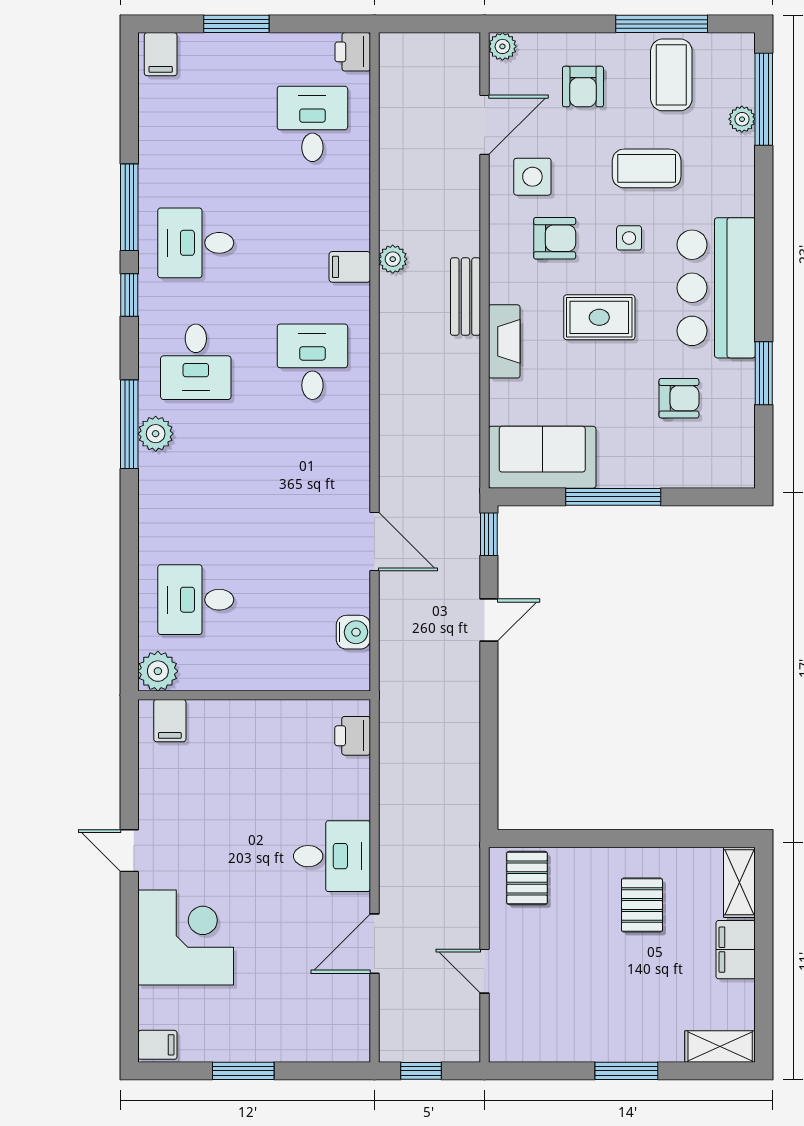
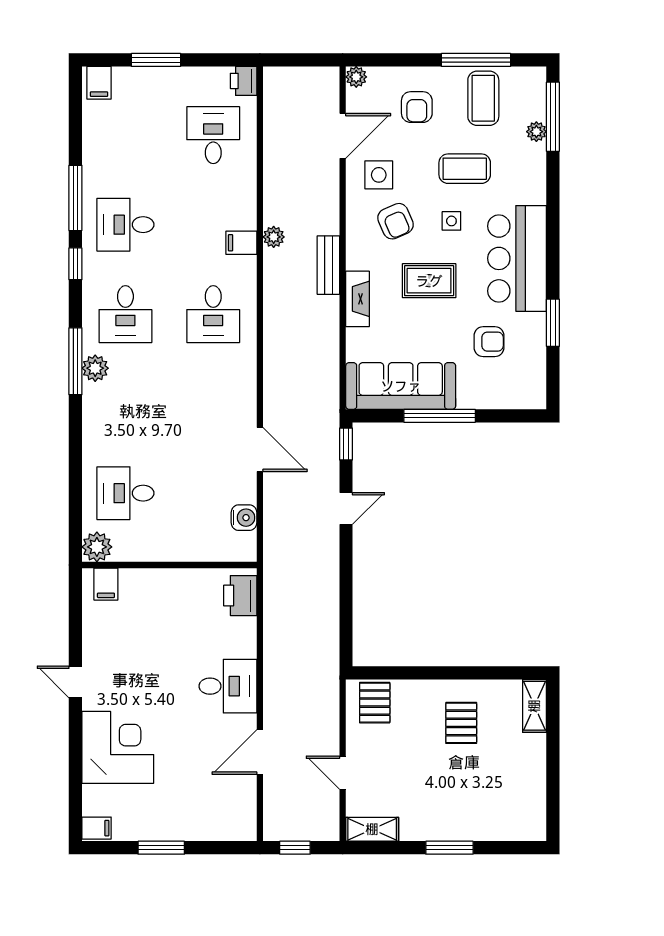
armchair: (555, 238) -> (395, 221), turned 66
desk: (312, 362) -> (213, 314), turned 180
sofa: (542, 457) -> (401, 386), width x1.36
printer: (353, 736) -> (240, 596), width x1.36, depth x1.24
filing cabinet: (736, 950) -> (532, 756), removed
shelving: (720, 1046) -> (372, 829), moved

